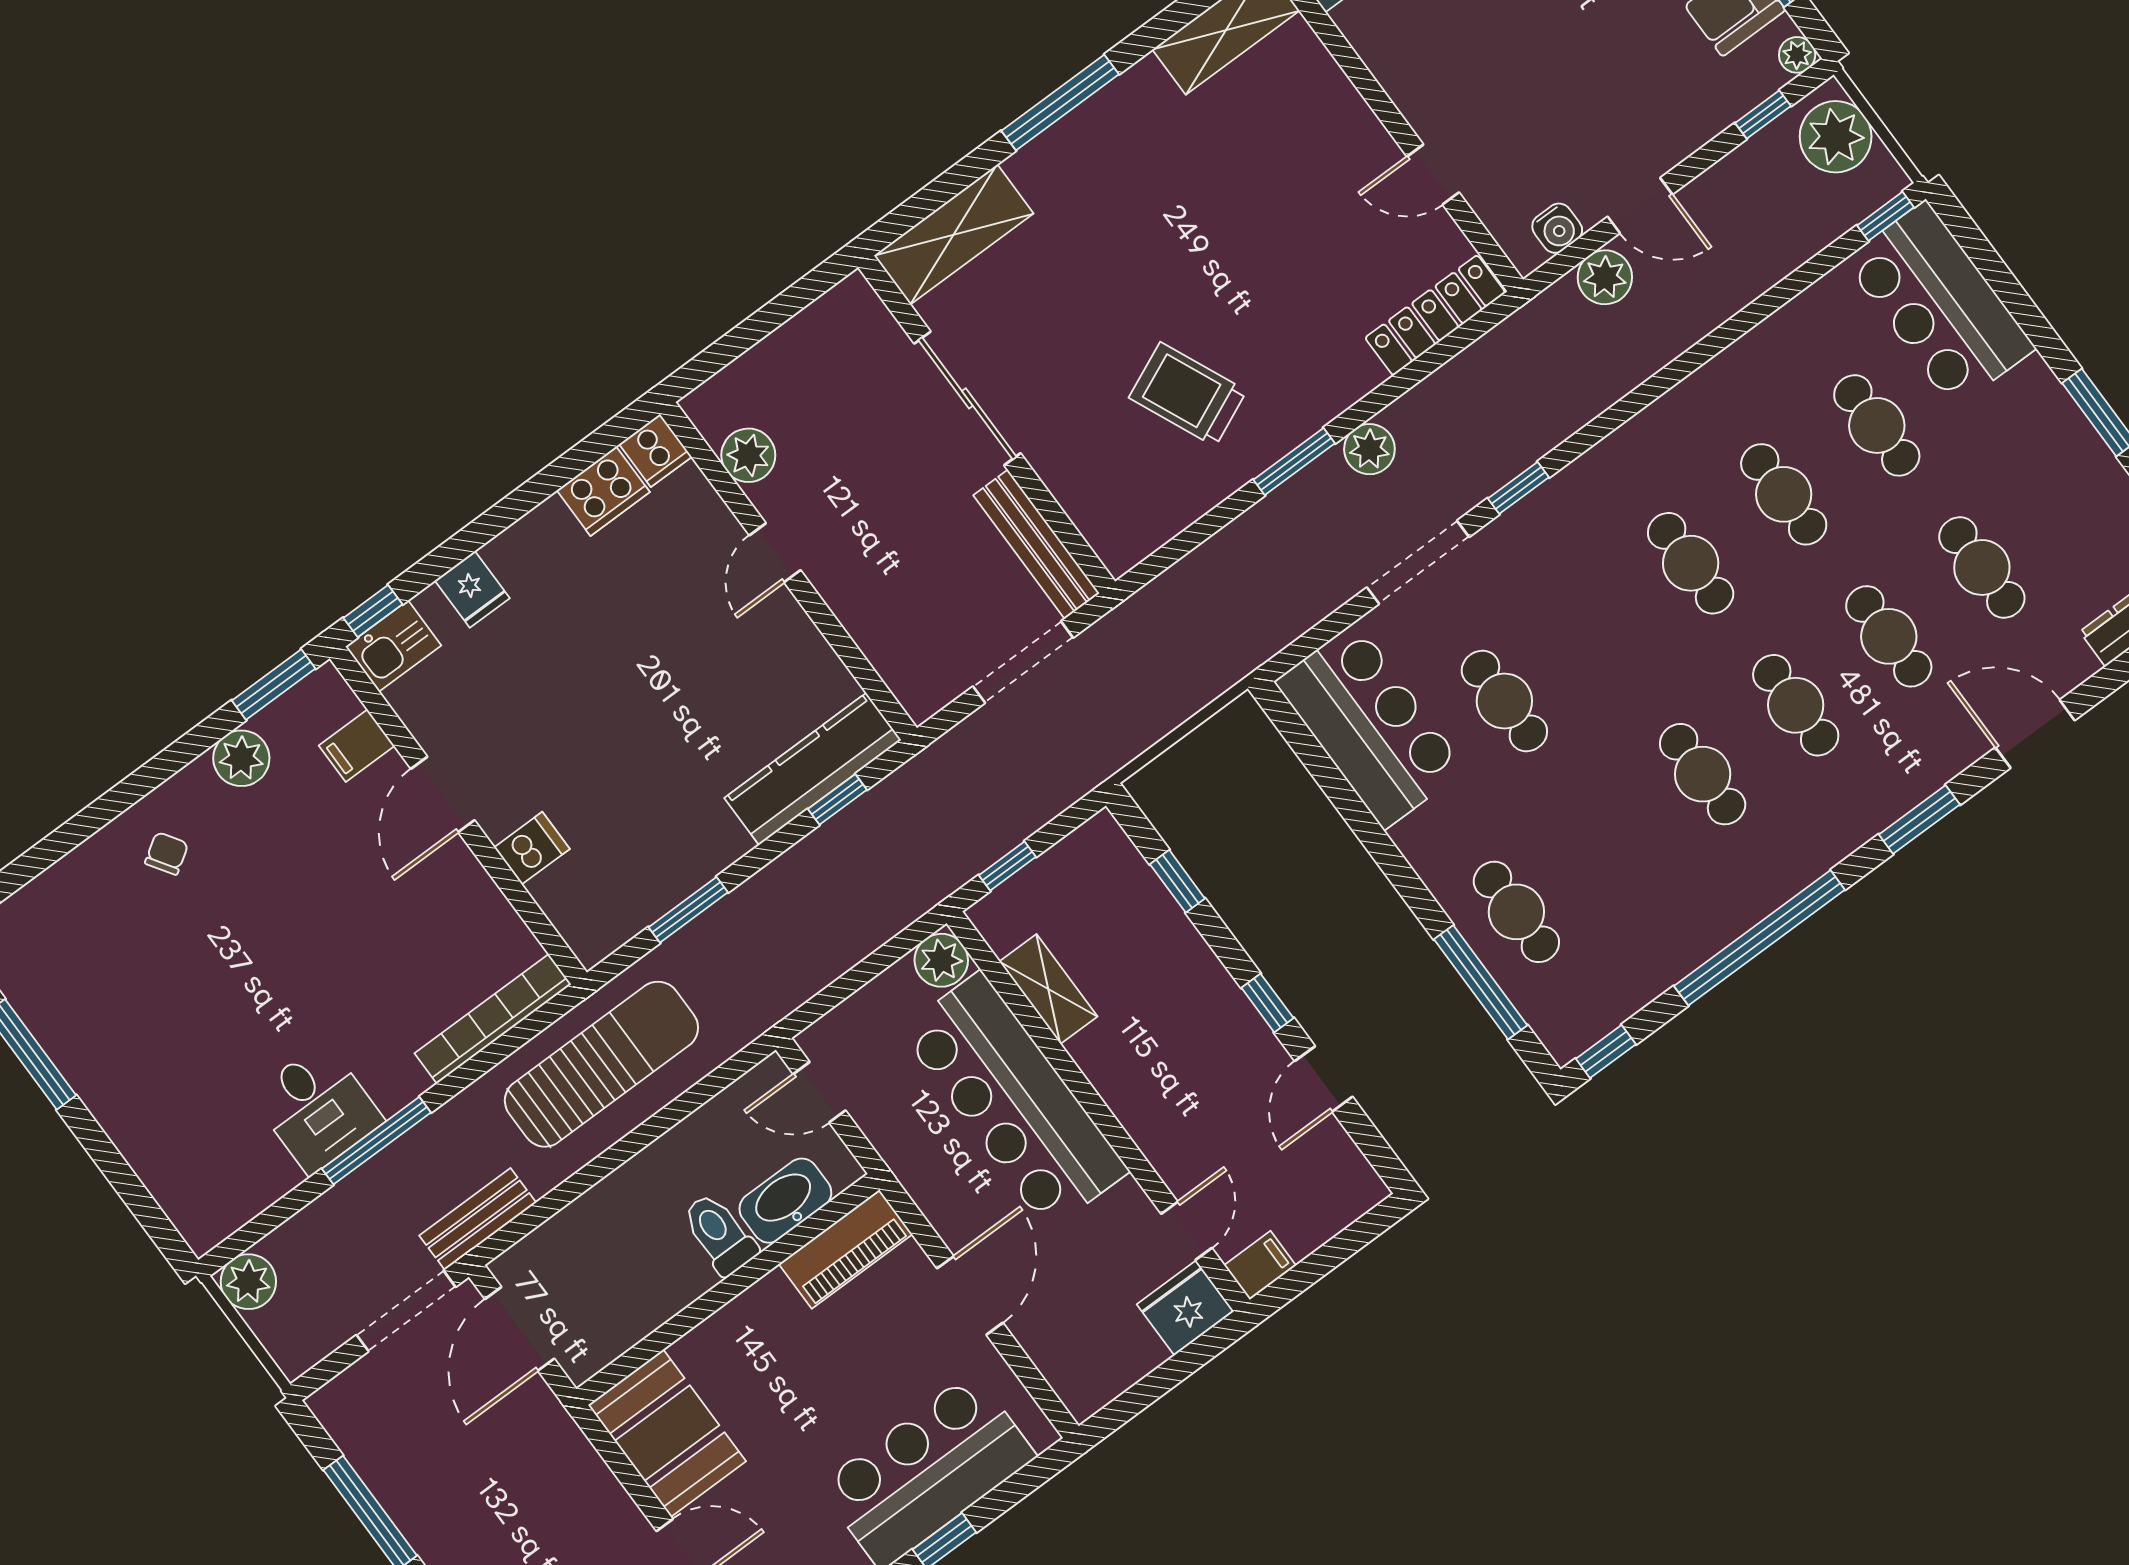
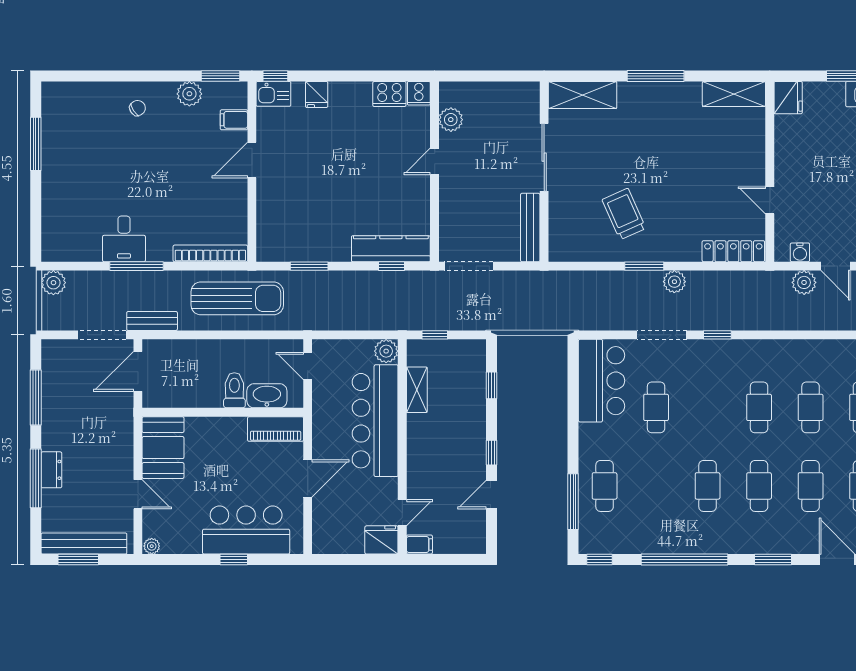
doorway: (1023, 662) -> (469, 266), moved
dishwasher: (532, 848) -> (269, 203), removed

